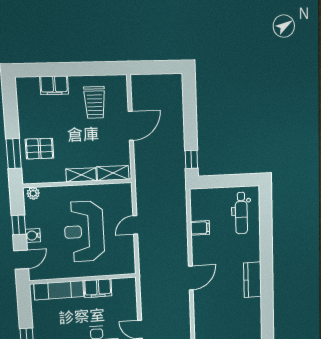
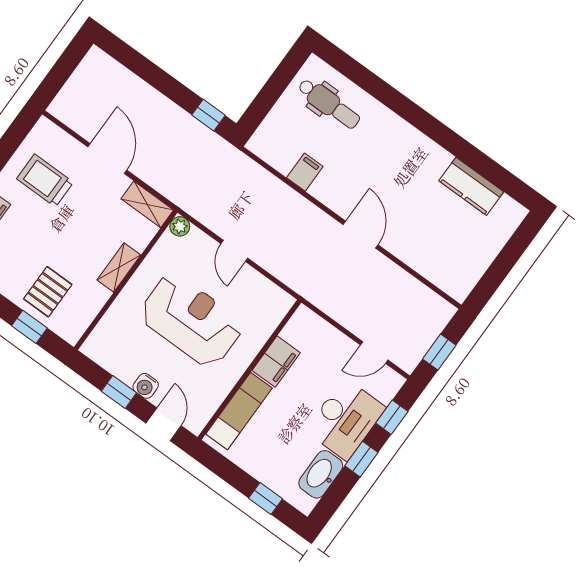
trolley: (95, 102) -> (45, 181), turned 180
window: (14, 153) -> (29, 327), width x0.67
shelving: (113, 173) -> (147, 204), moved, turned 90
plant: (33, 193) -> (180, 226), moved
reception desk: (84, 231) -> (191, 320), turned 180
kitchen counter: (253, 280) -> (471, 186), moved

